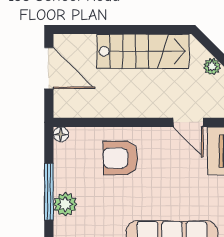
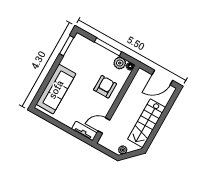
plant: (65, 204) -> (120, 63), moved

